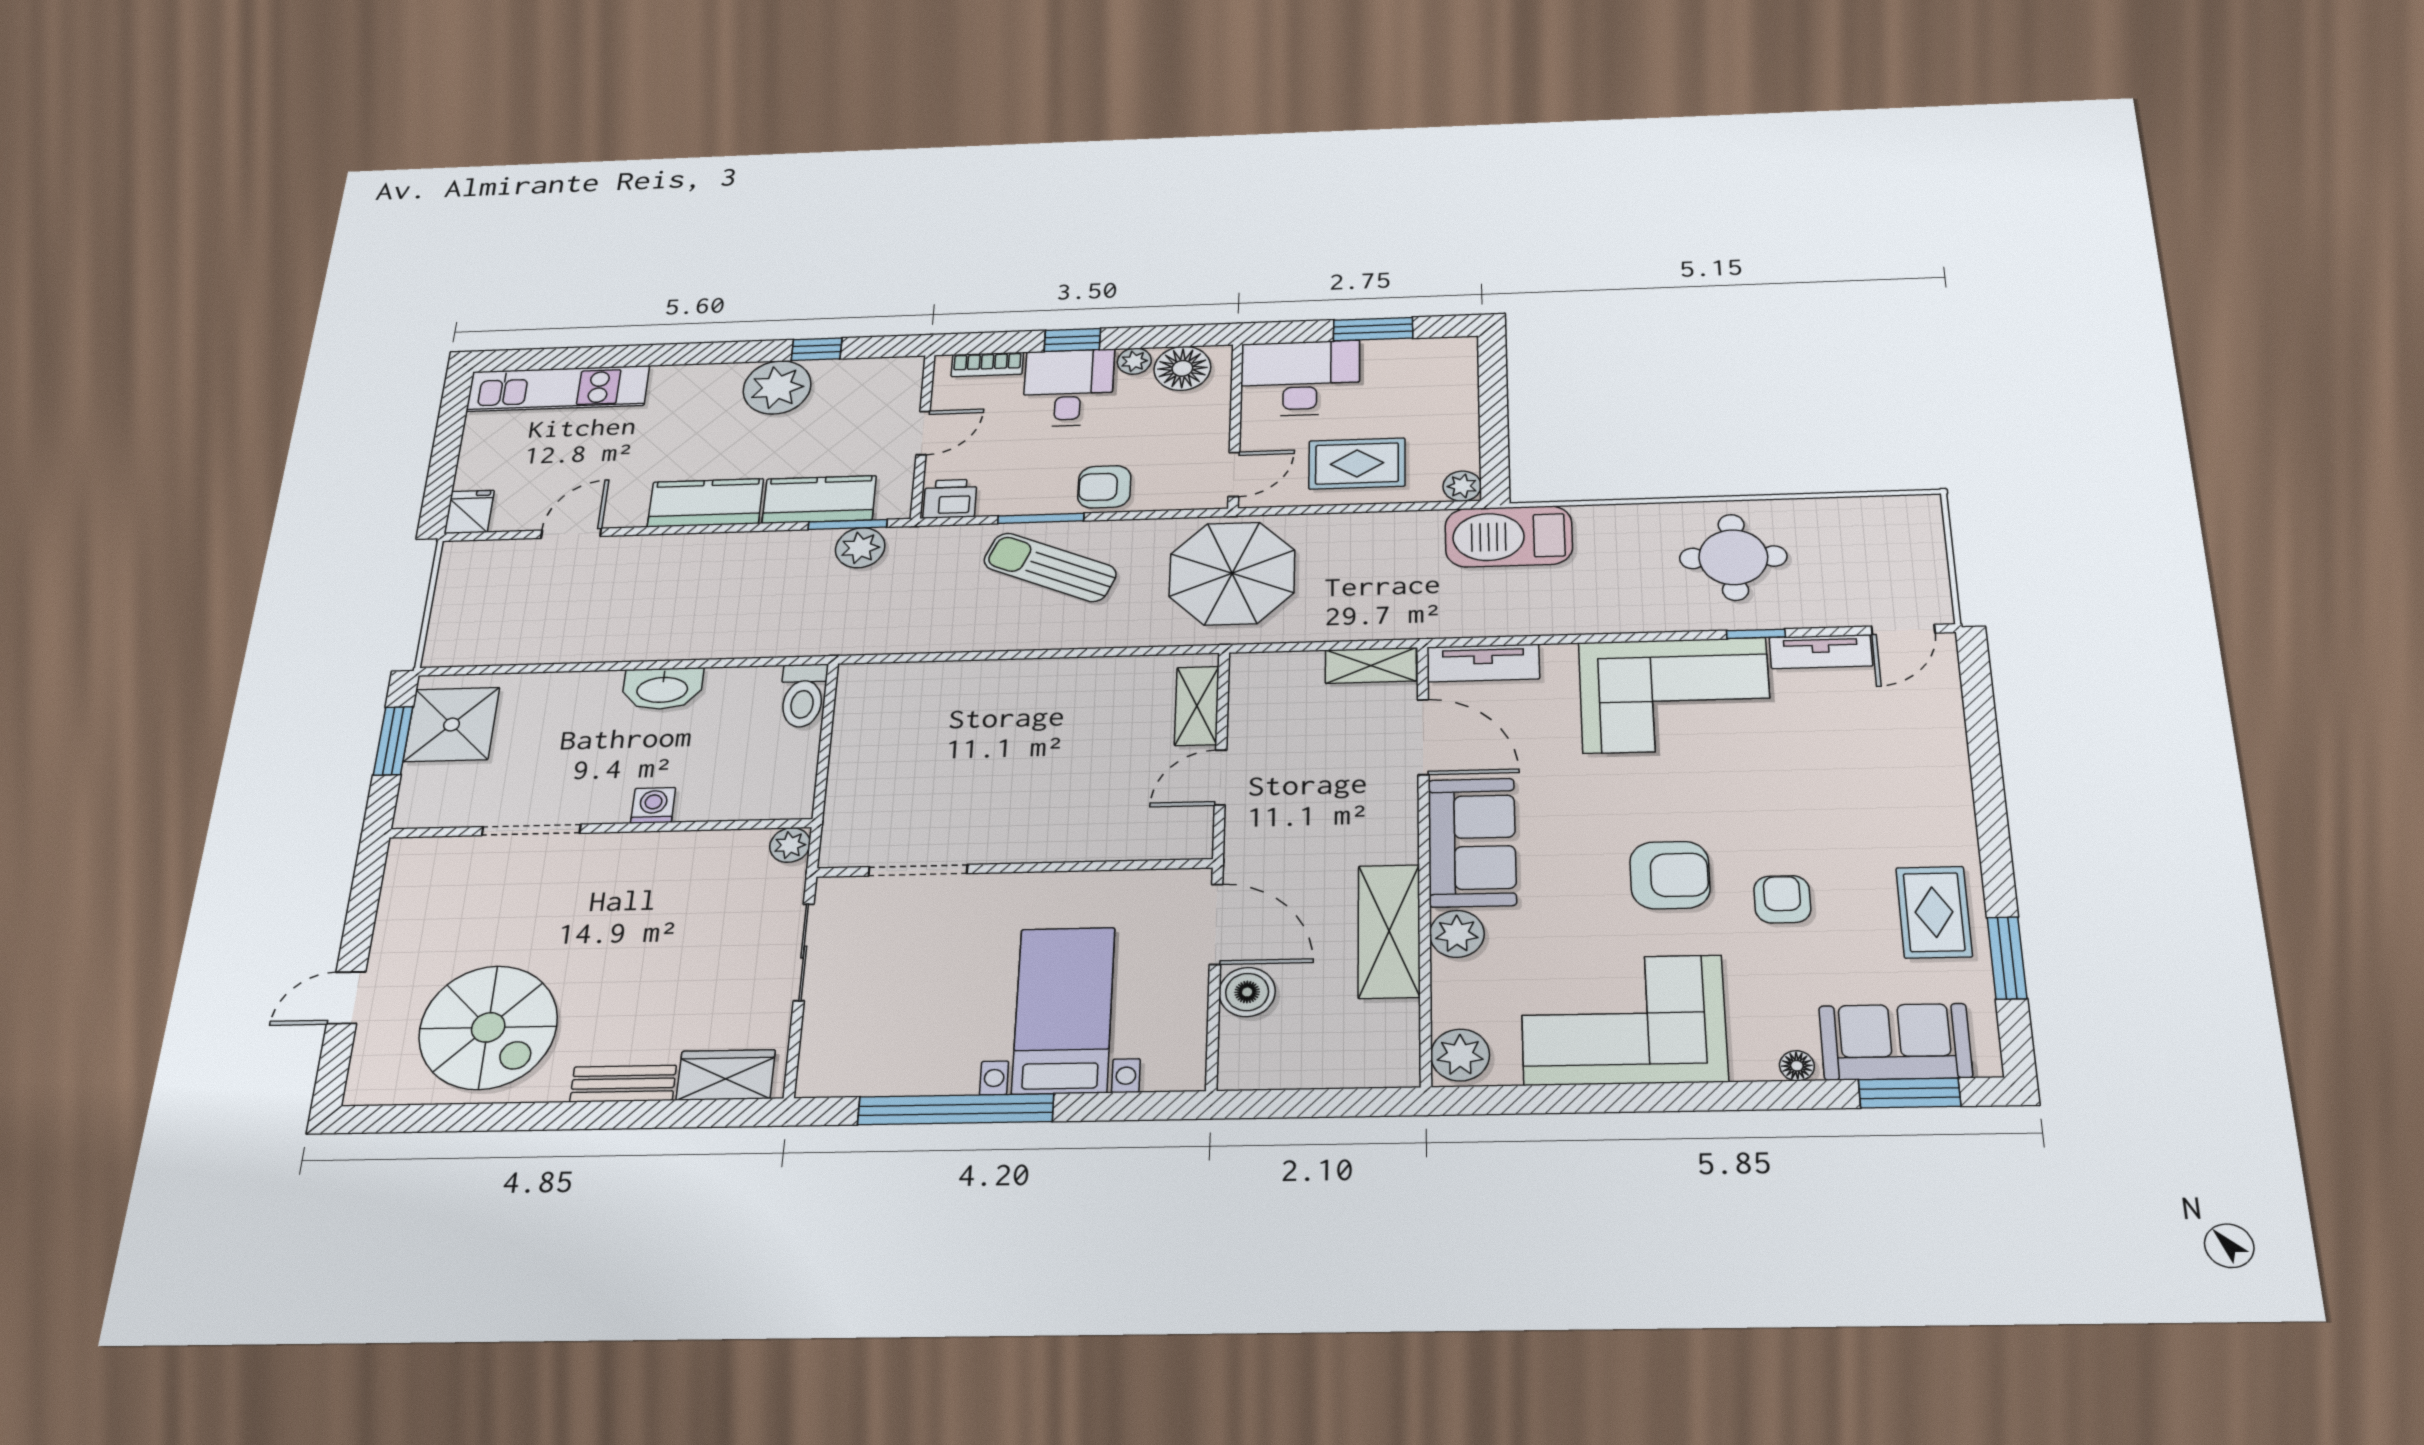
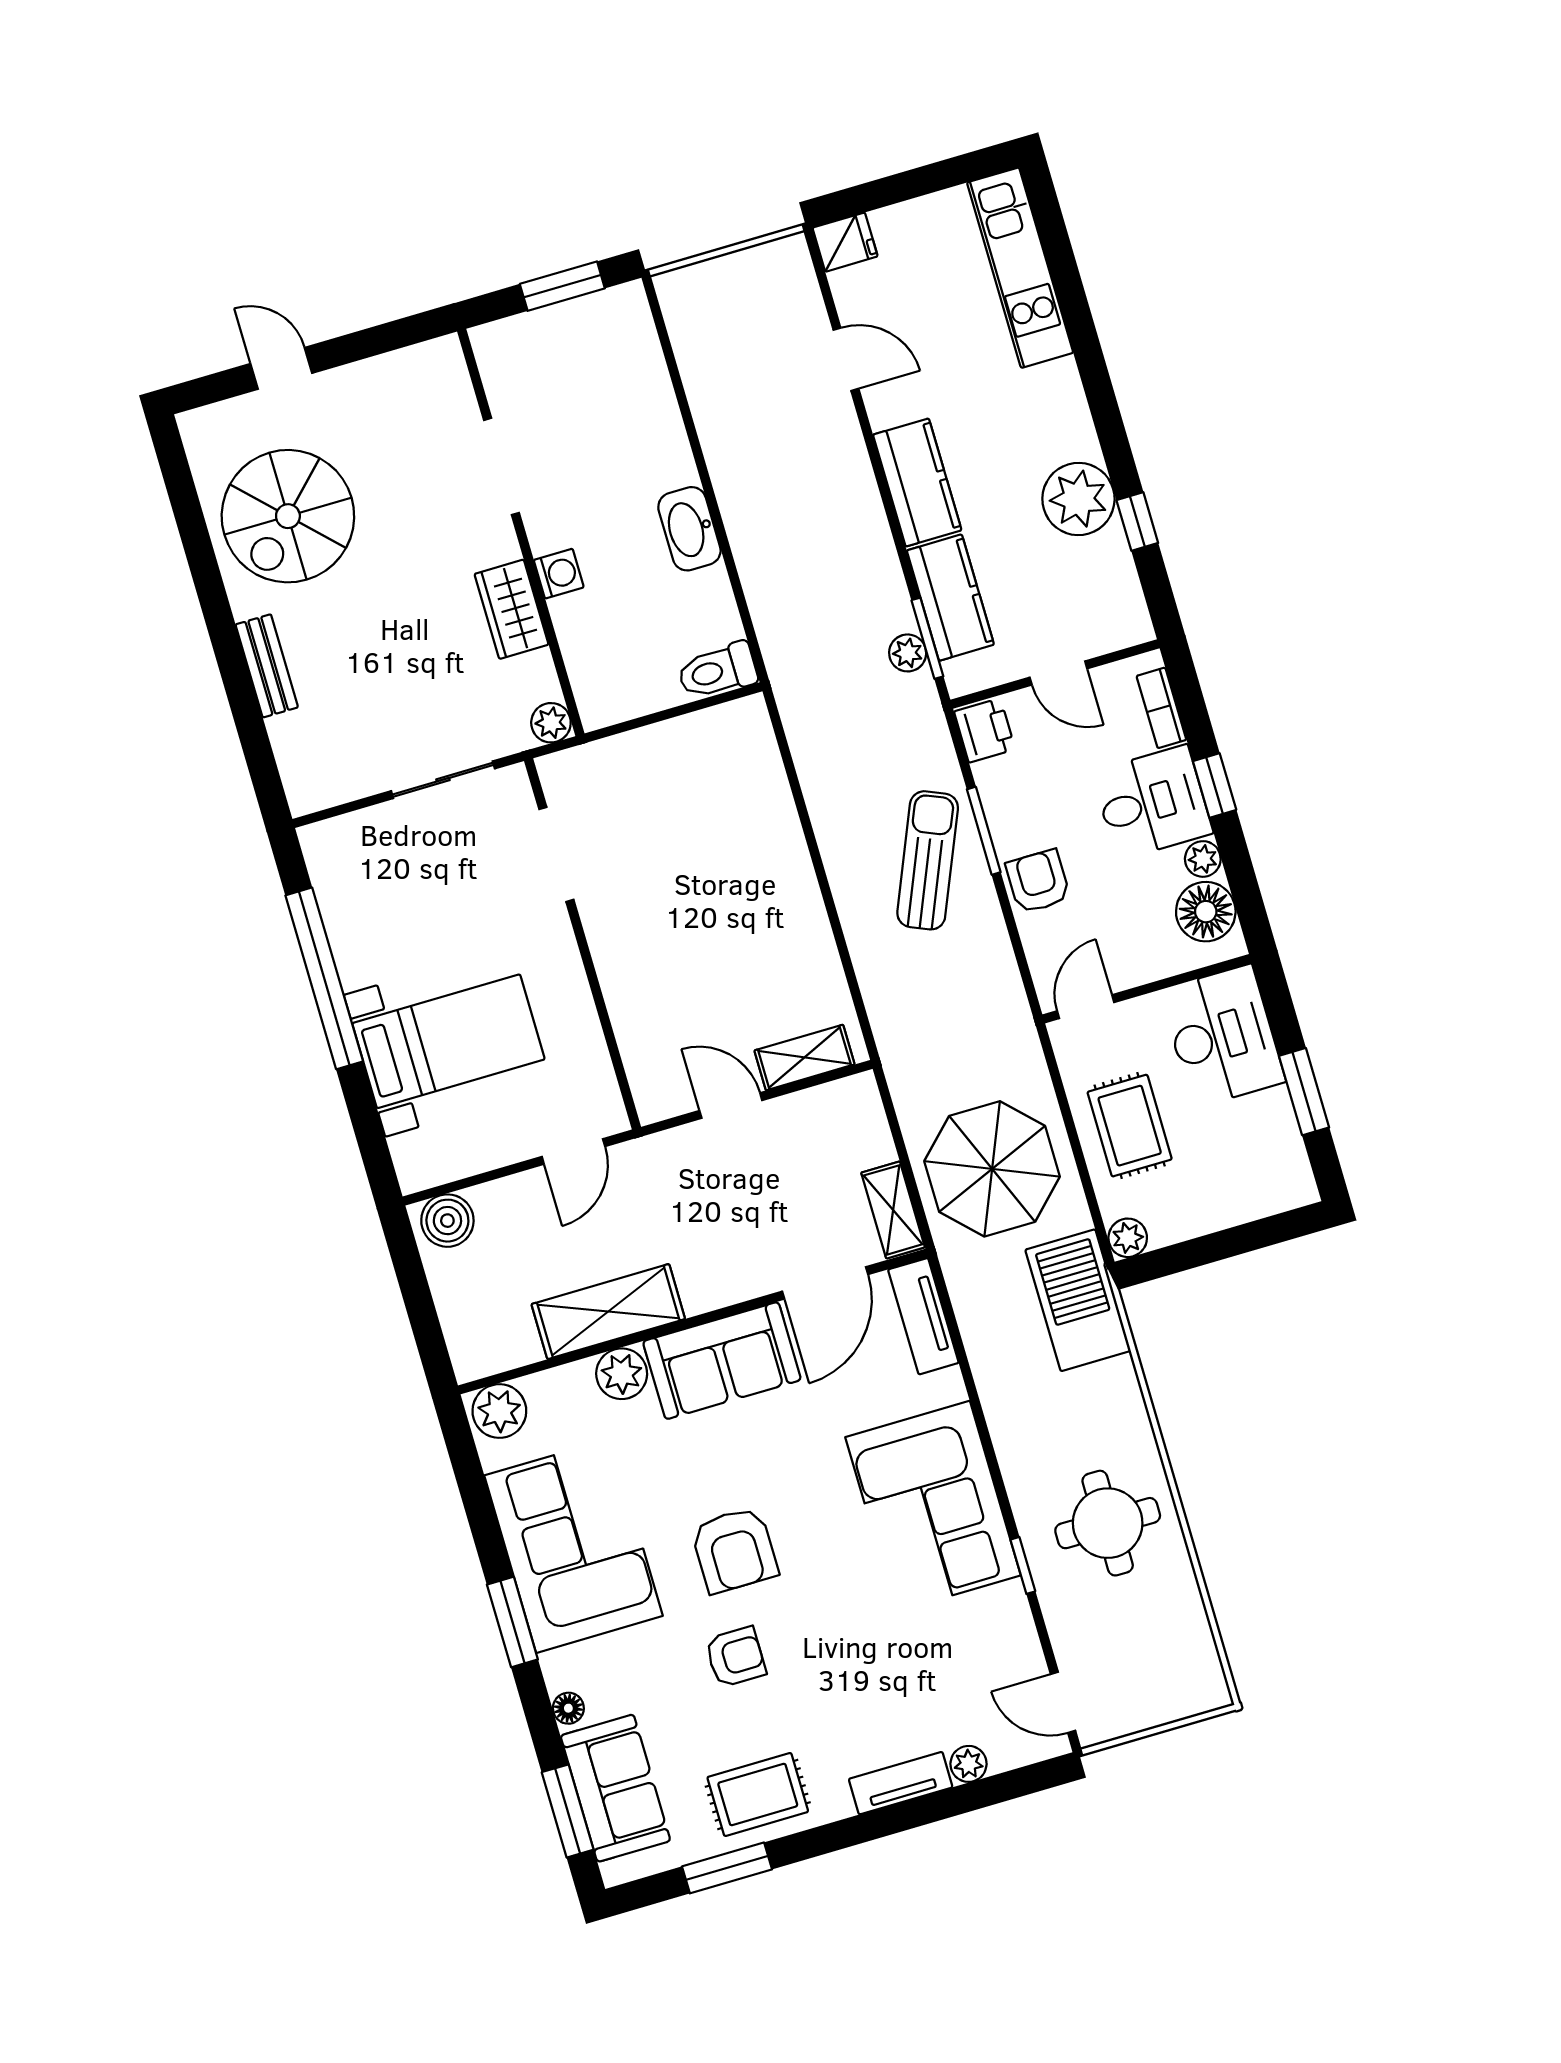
door: (1234, 474) -> (1086, 1007), swing flipped
plant: (860, 548) -> (908, 653), width x0.73, depth x0.73
parasol: (1232, 573) -> (992, 1169), moved
tv unit: (1821, 652) -> (901, 1783), moved, turned 90
plant: (1947, 721) -> (969, 1764), added
shower: (452, 725) -> (595, 336), removed
door: (1216, 924) -> (573, 1152), width x0.73
boiler: (1247, 992) -> (447, 1221), moved
wardrobe: (726, 1075) -> (512, 609), moved, turned 180
window: (1689, 1097) -> (512, 1622), added

